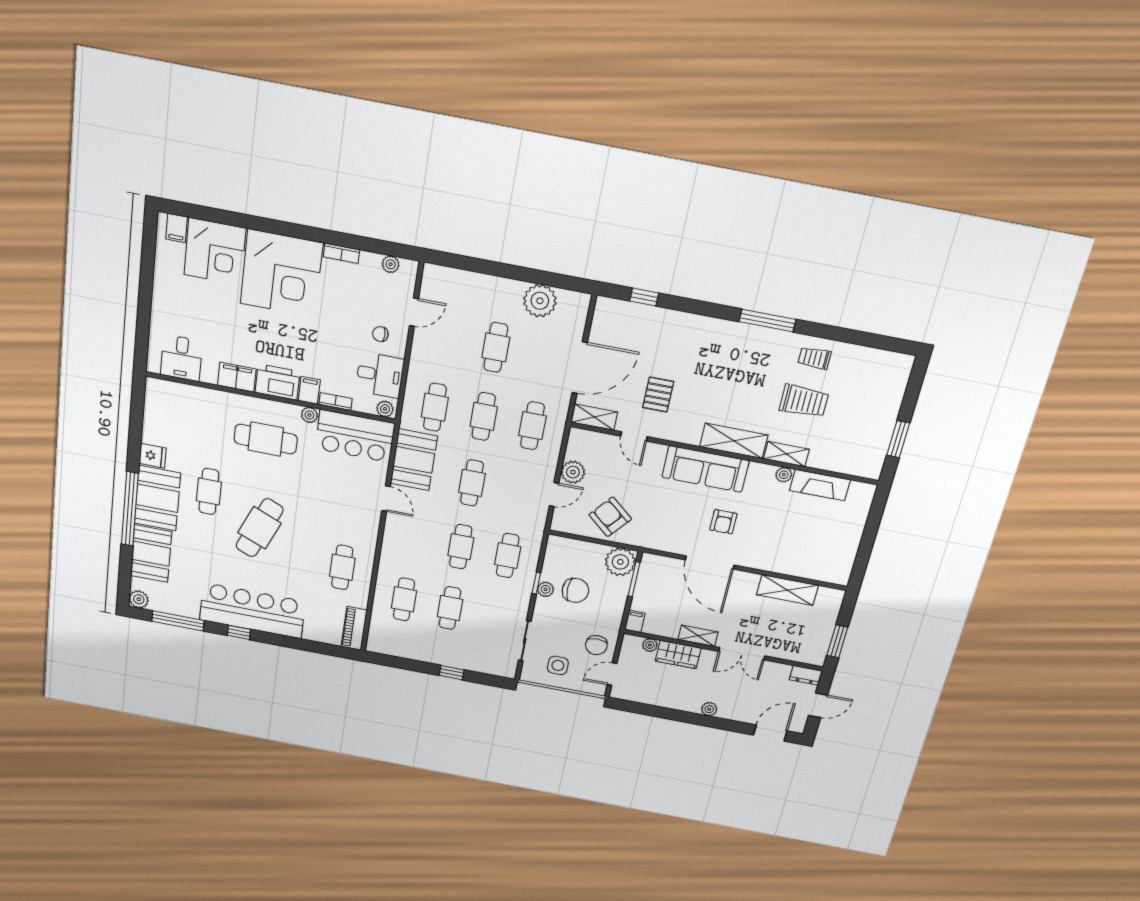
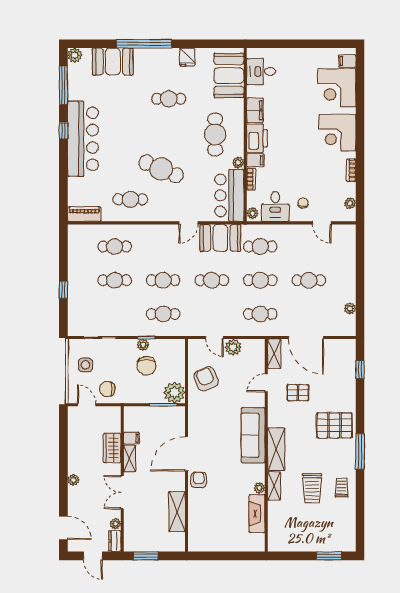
corner desk: (281, 273) -> (337, 133), width x0.74, depth x0.74
plant: (540, 301) -> (350, 308), width x0.53, depth x0.53
pallet: (719, 351) -> (334, 425), added
window: (898, 439) -> (329, 556), moved
booth: (157, 498) -> (229, 75), moved, turned 90
armchair: (610, 517) -> (206, 379), turned -63
armchair: (723, 522) -> (199, 480), moved, turned 90
cafe table: (260, 528) -> (161, 169), moved
filing cabinet: (635, 621) -> (131, 438), moved
plant: (650, 645) -> (115, 524), moved

